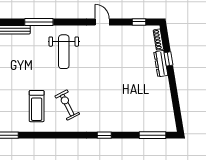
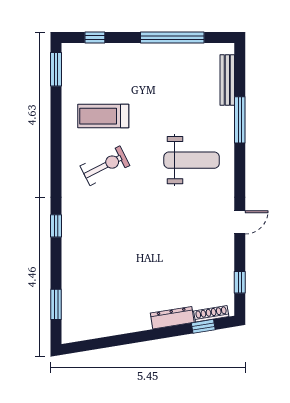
weight bench: (64, 52) -> (192, 160), turned 180
window: (168, 59) -> (203, 326), moved
window: (153, 135) -> (56, 304), width x0.69

